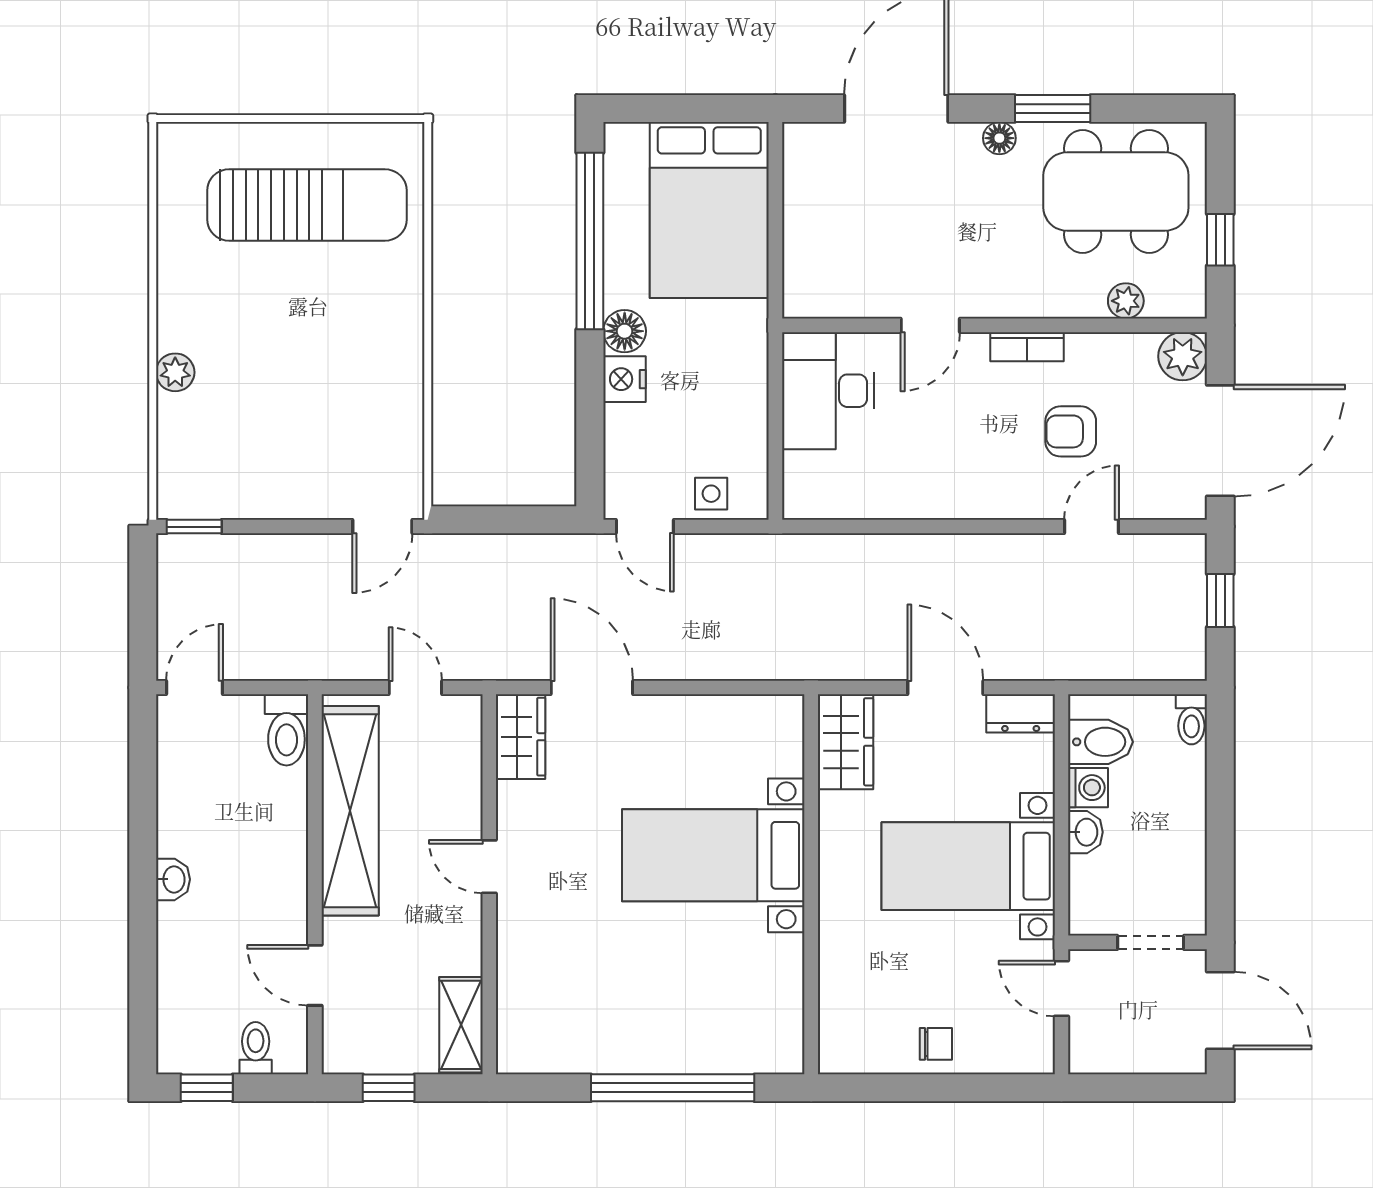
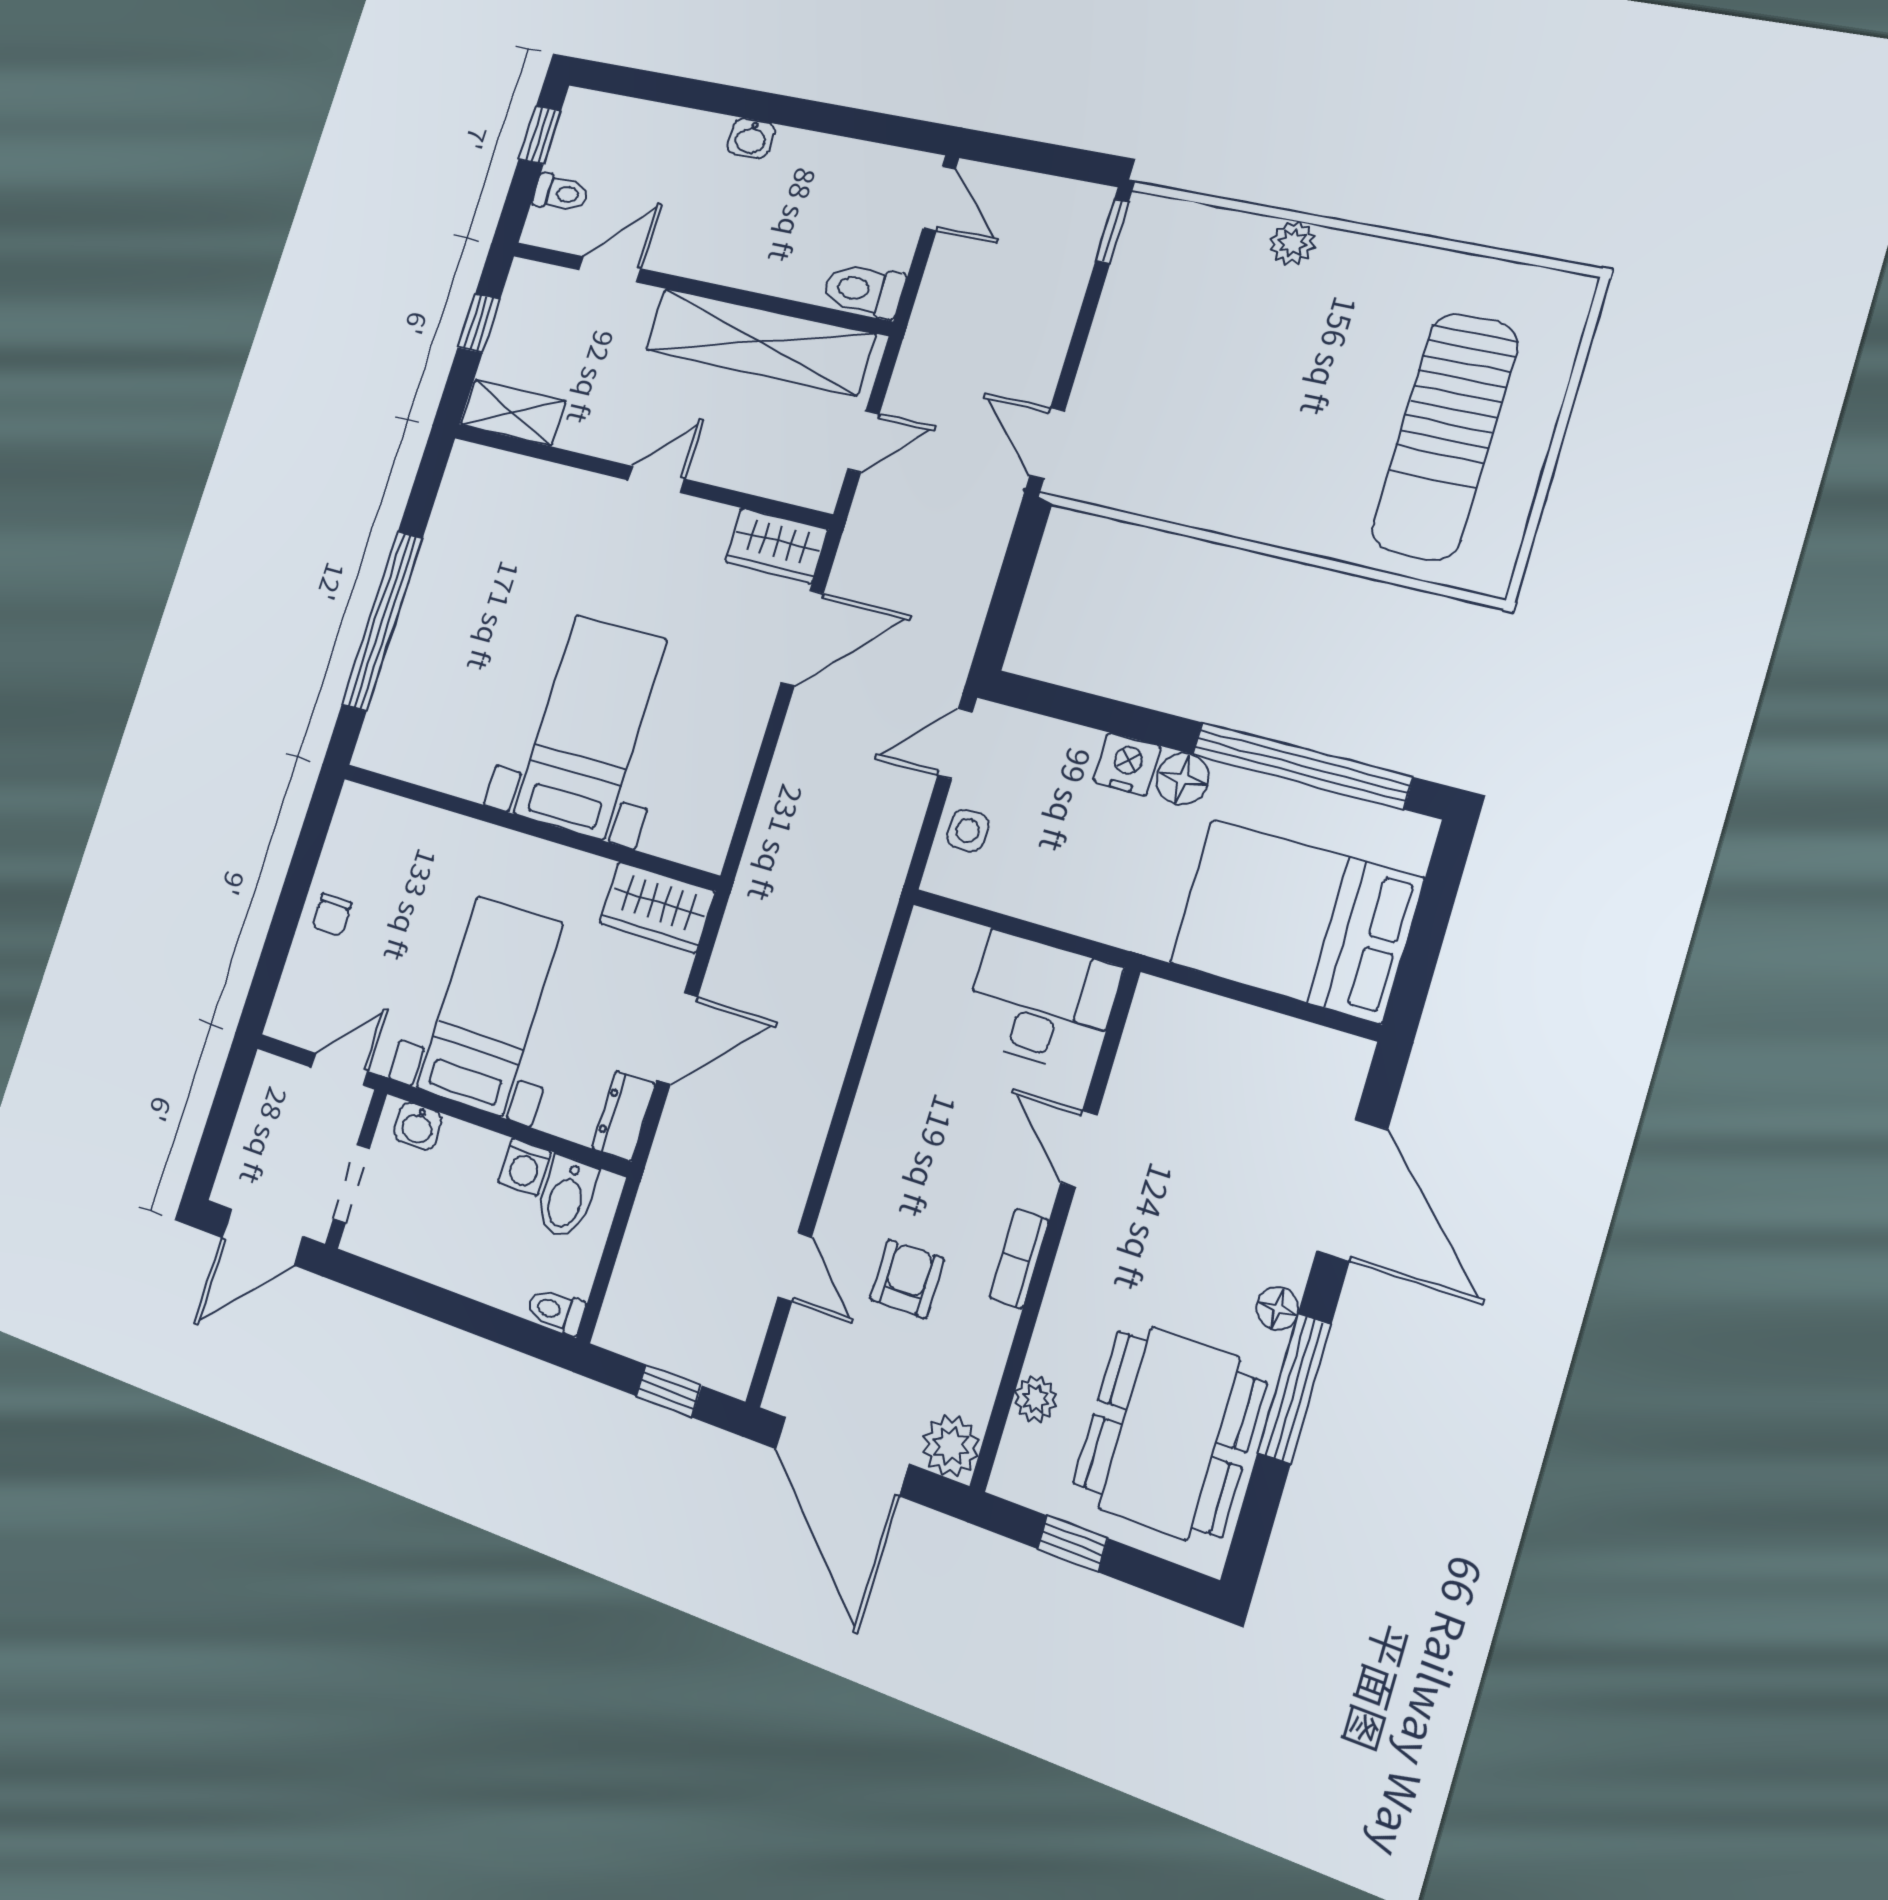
window: (1053, 108) -> (1294, 1389), width x1.44
washbasin: (1085, 832) -> (418, 1126), moved

